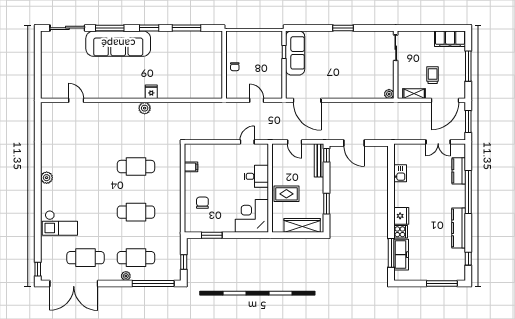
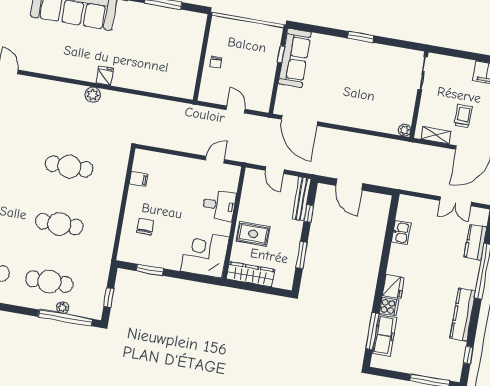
window: (327, 155) -> (309, 213), moved
wardrobe: (302, 225) -> (251, 274), moved
plant: (126, 276) -> (63, 308), moved

